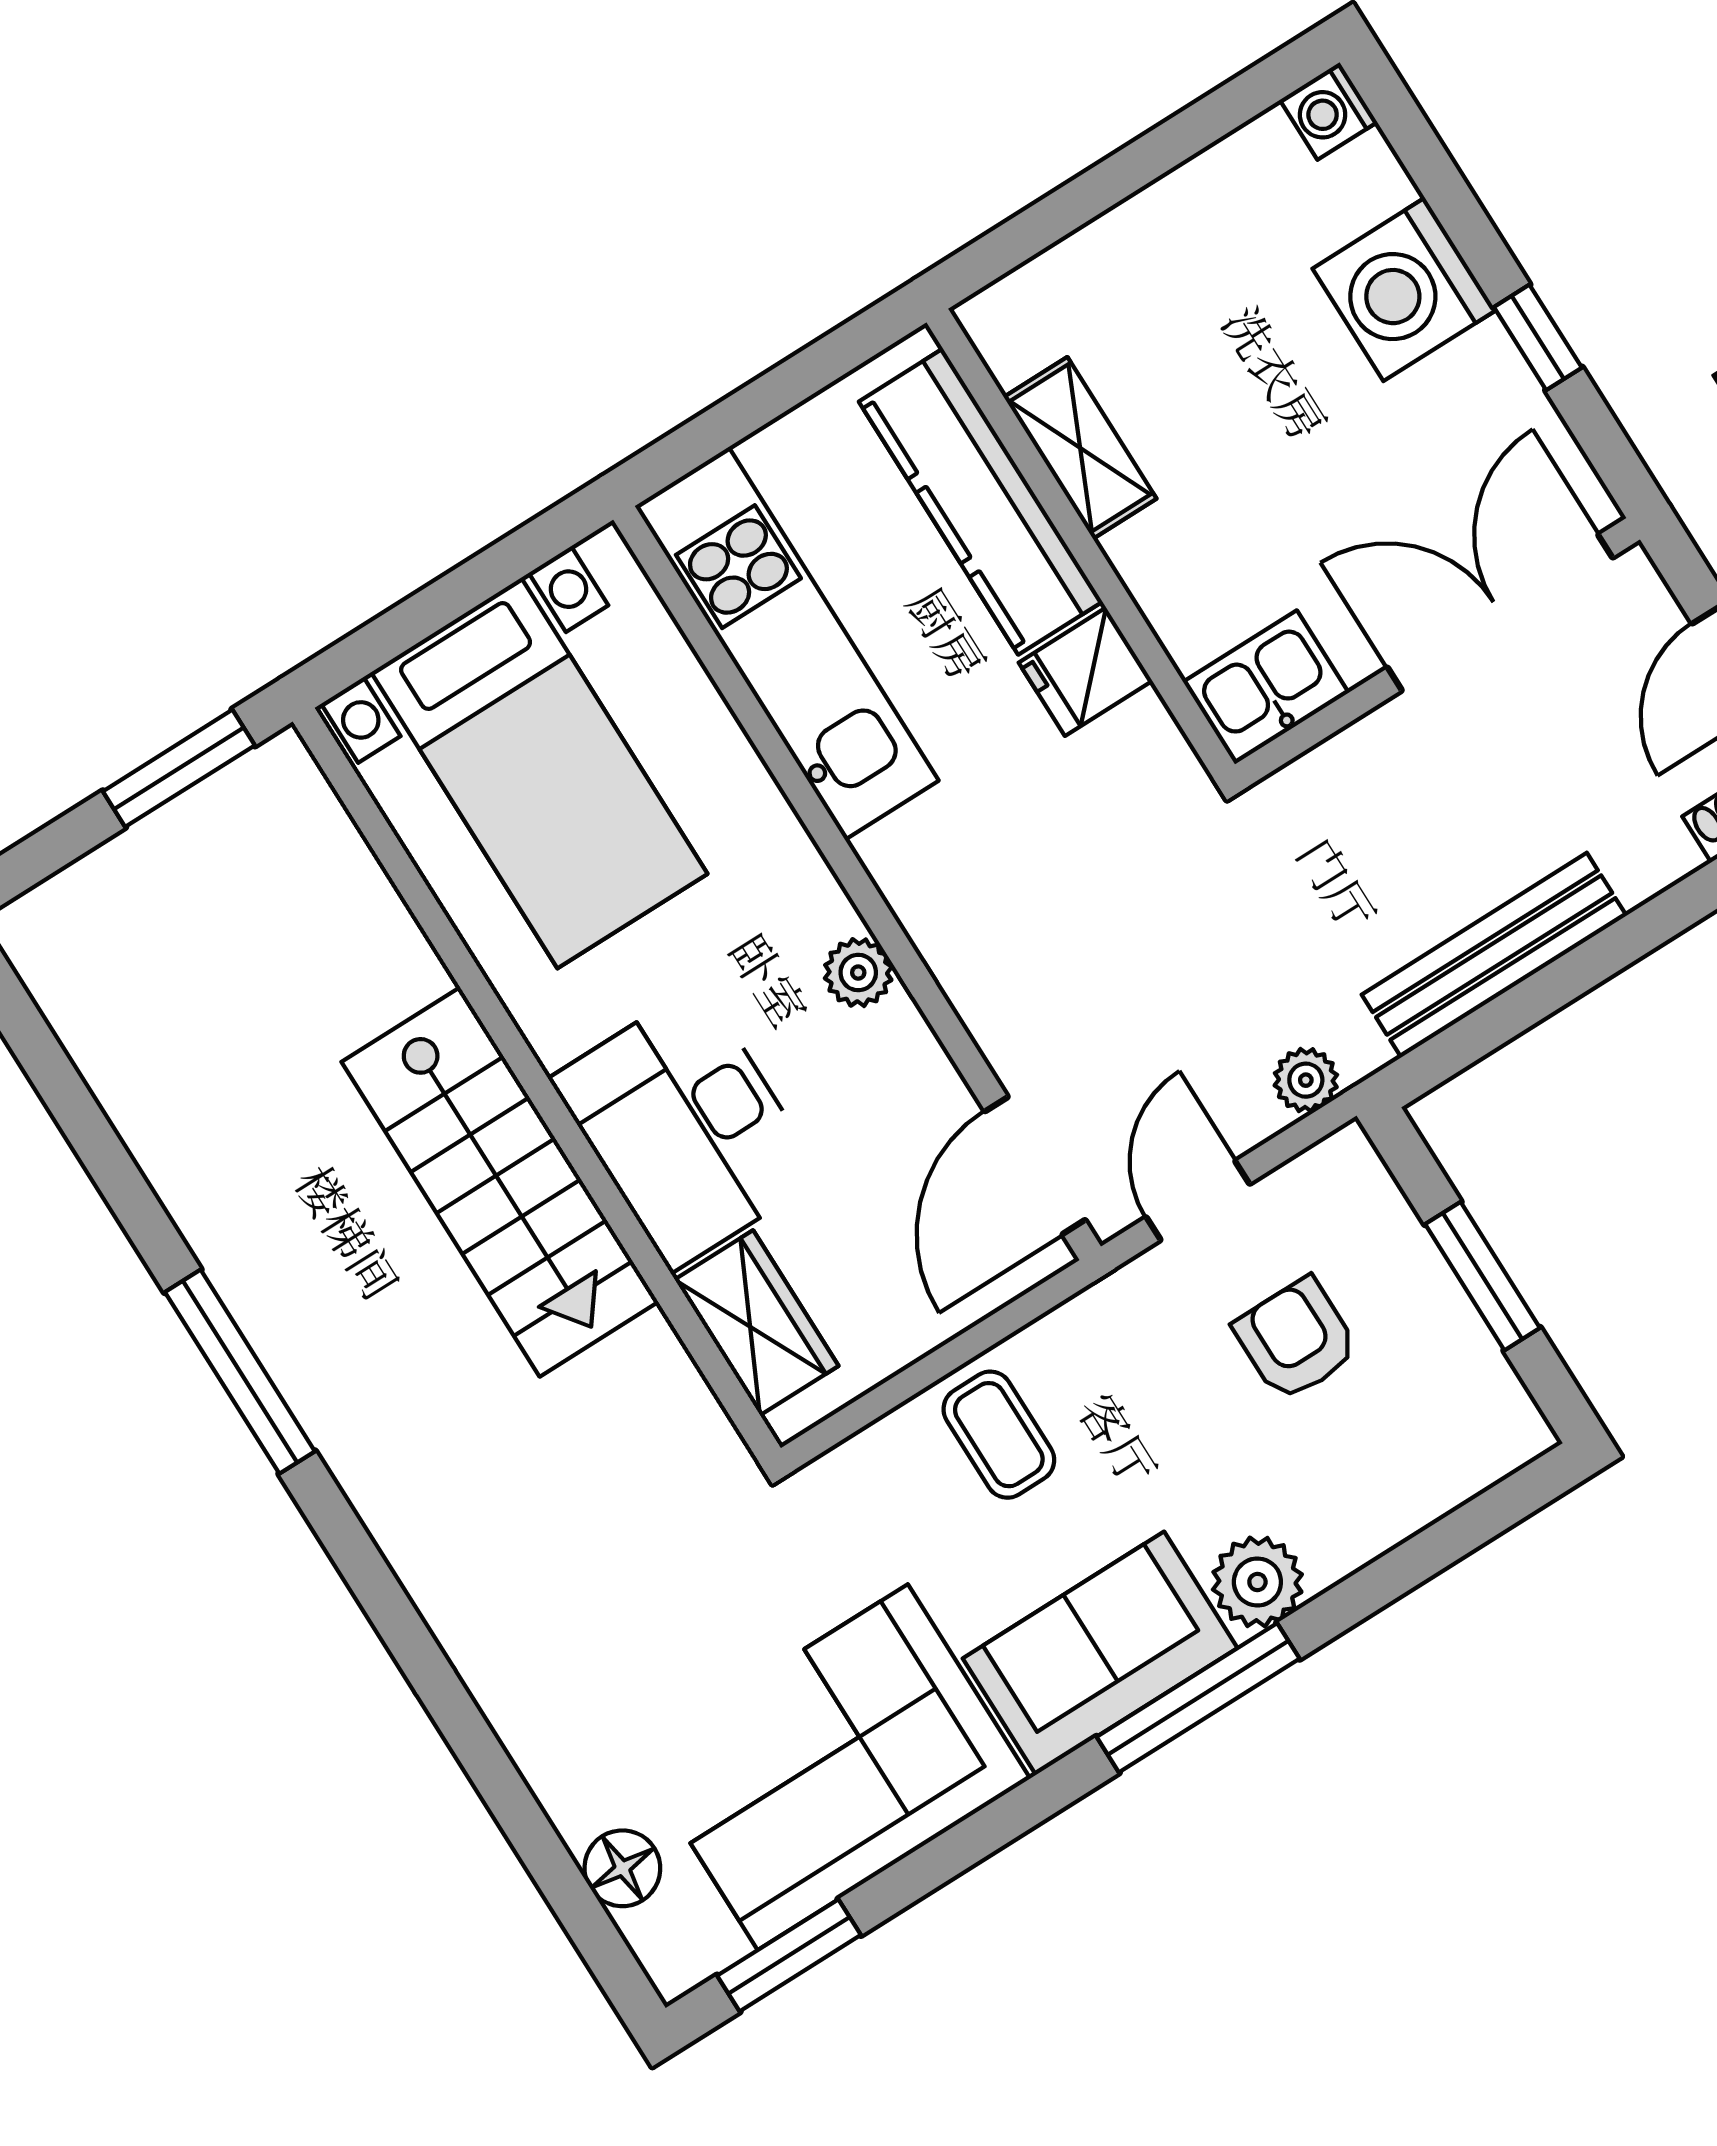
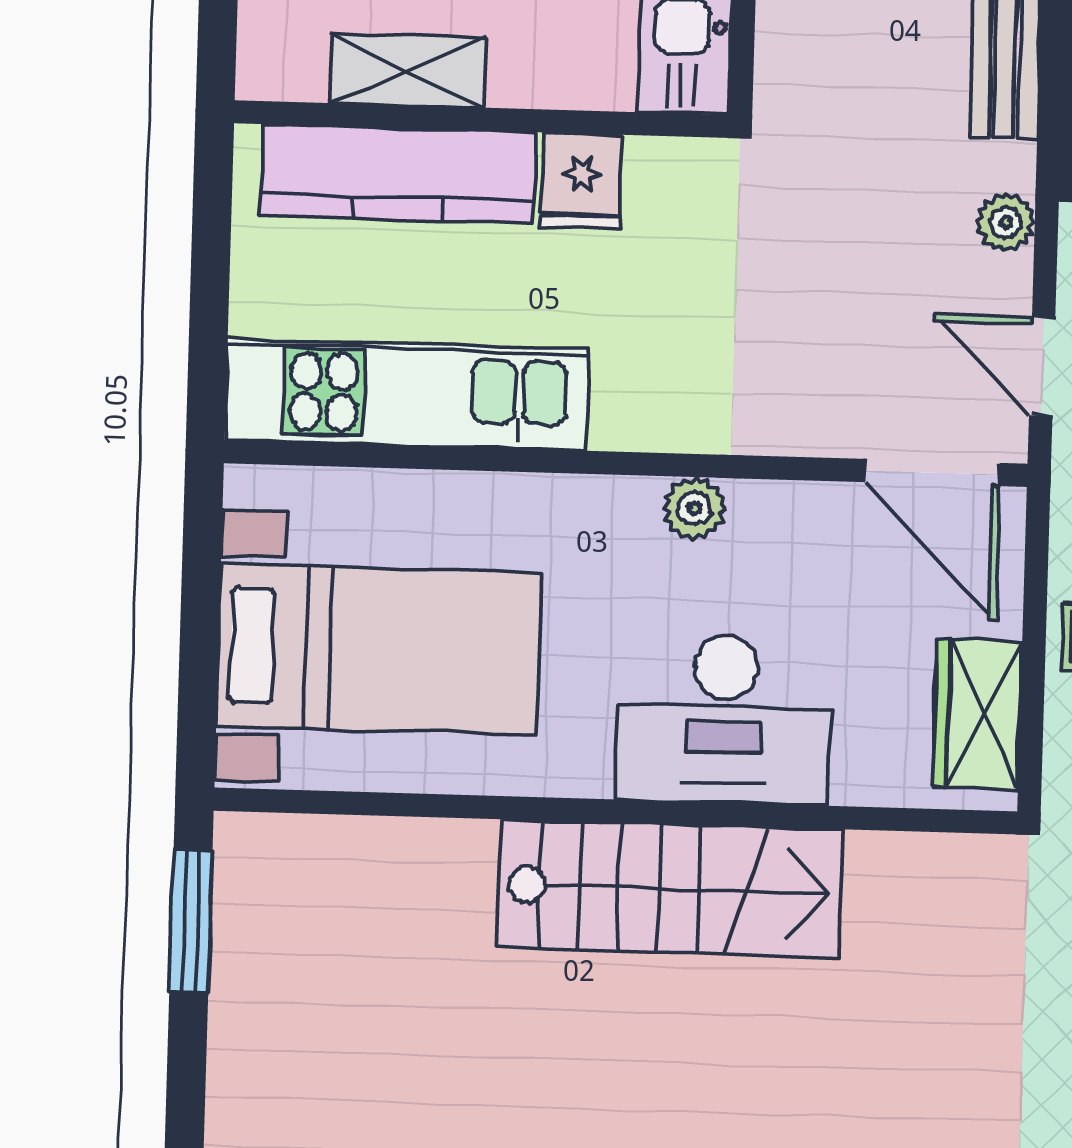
wardrobe: (756, 1323) -> (978, 714), moved, turned -90

